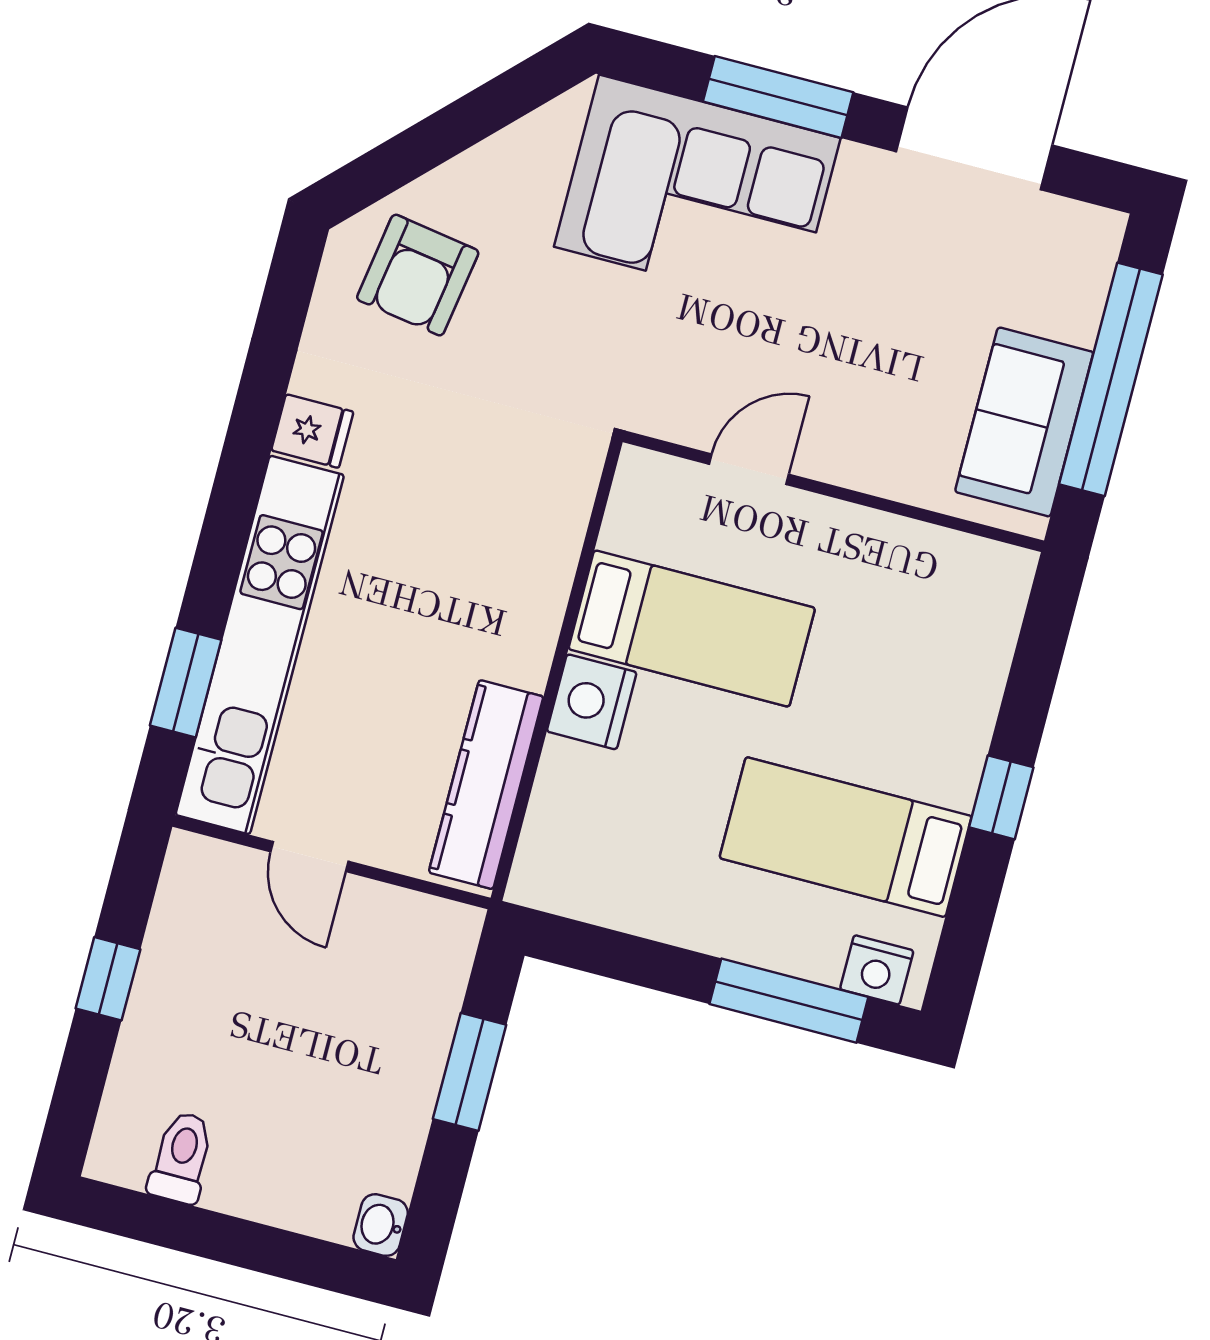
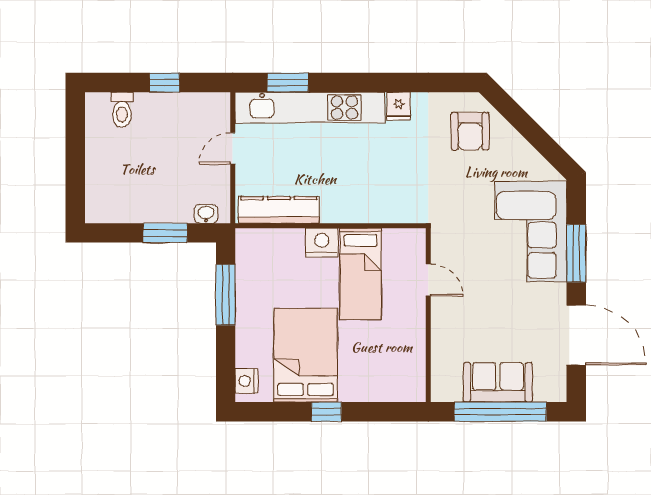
armchair: (418, 275) -> (470, 131), turned -99
sofa: (1024, 422) -> (498, 382), moved
bed: (846, 837) -> (306, 355), width x1.50
window: (789, 1001) -> (226, 295), moved
toilet: (181, 1157) -> (122, 110), moved, turned 90
washbasin: (381, 1225) -> (206, 214), moved

